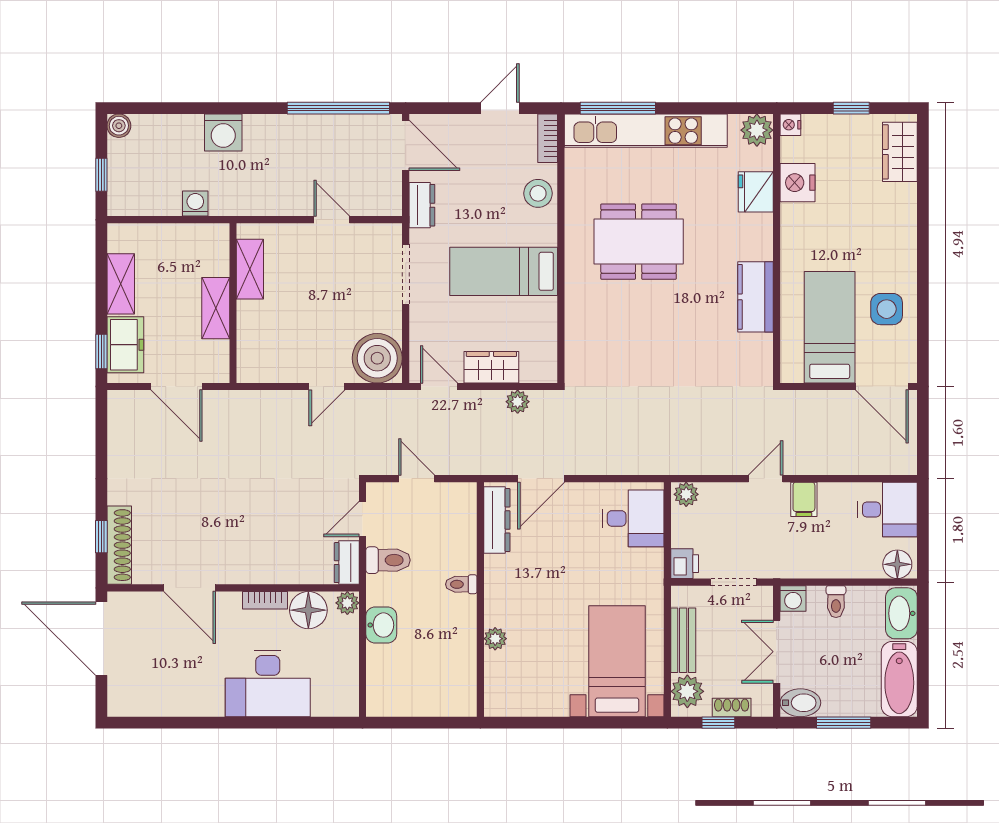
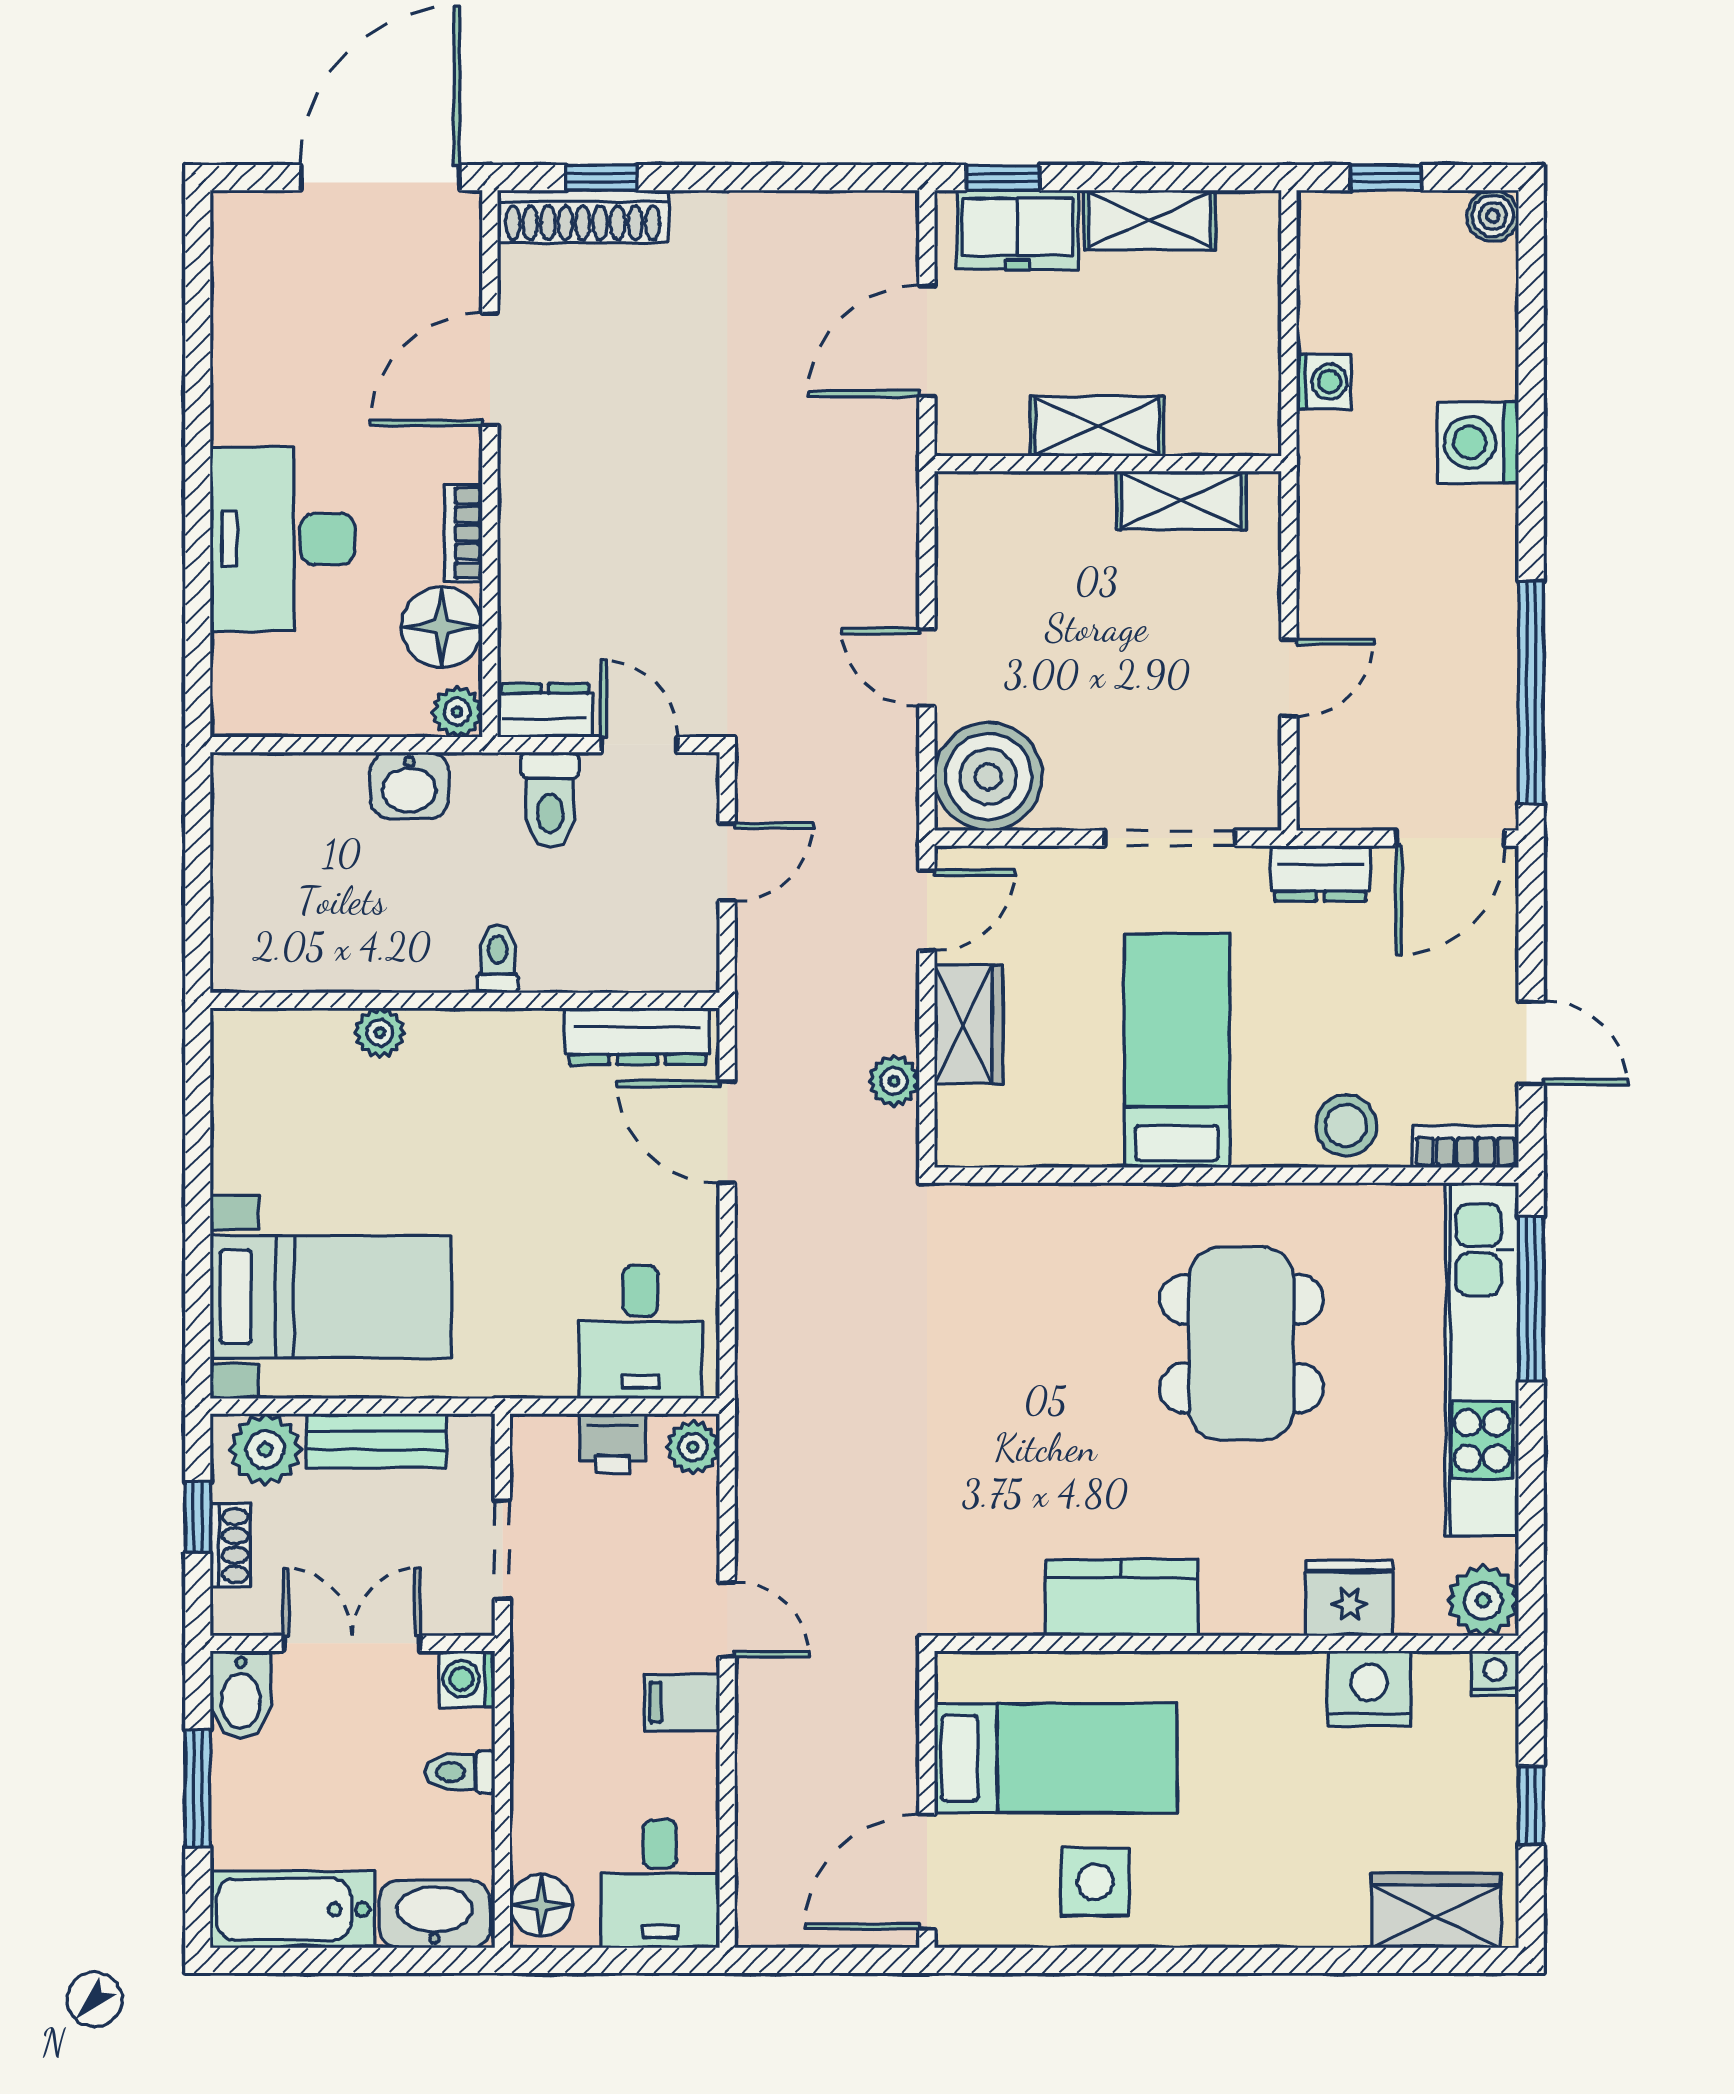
printer: (685, 564) -> (613, 1443), moved

